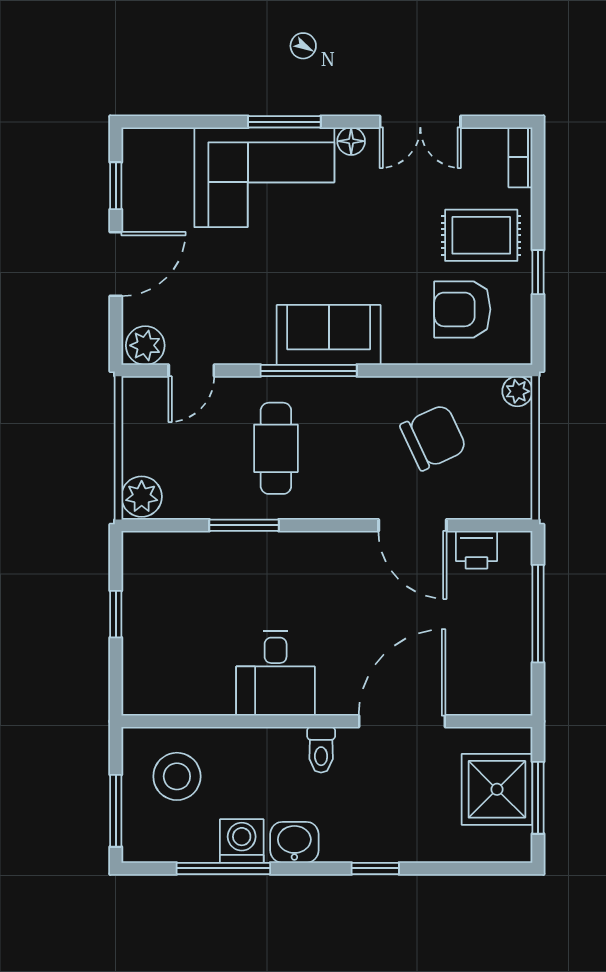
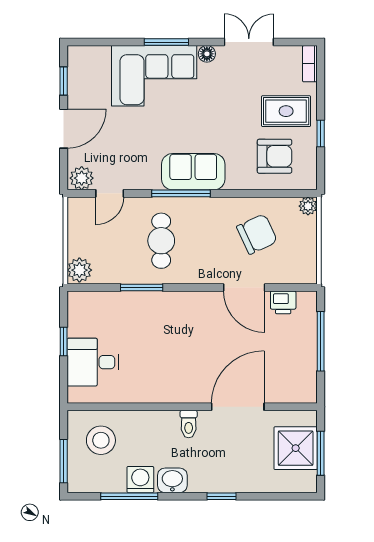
double door: (420, 122) -> (249, 42), swing flipped
armchair: (462, 309) -> (274, 156), turned 180
desk: (276, 673) -> (93, 362), moved, turned 90

